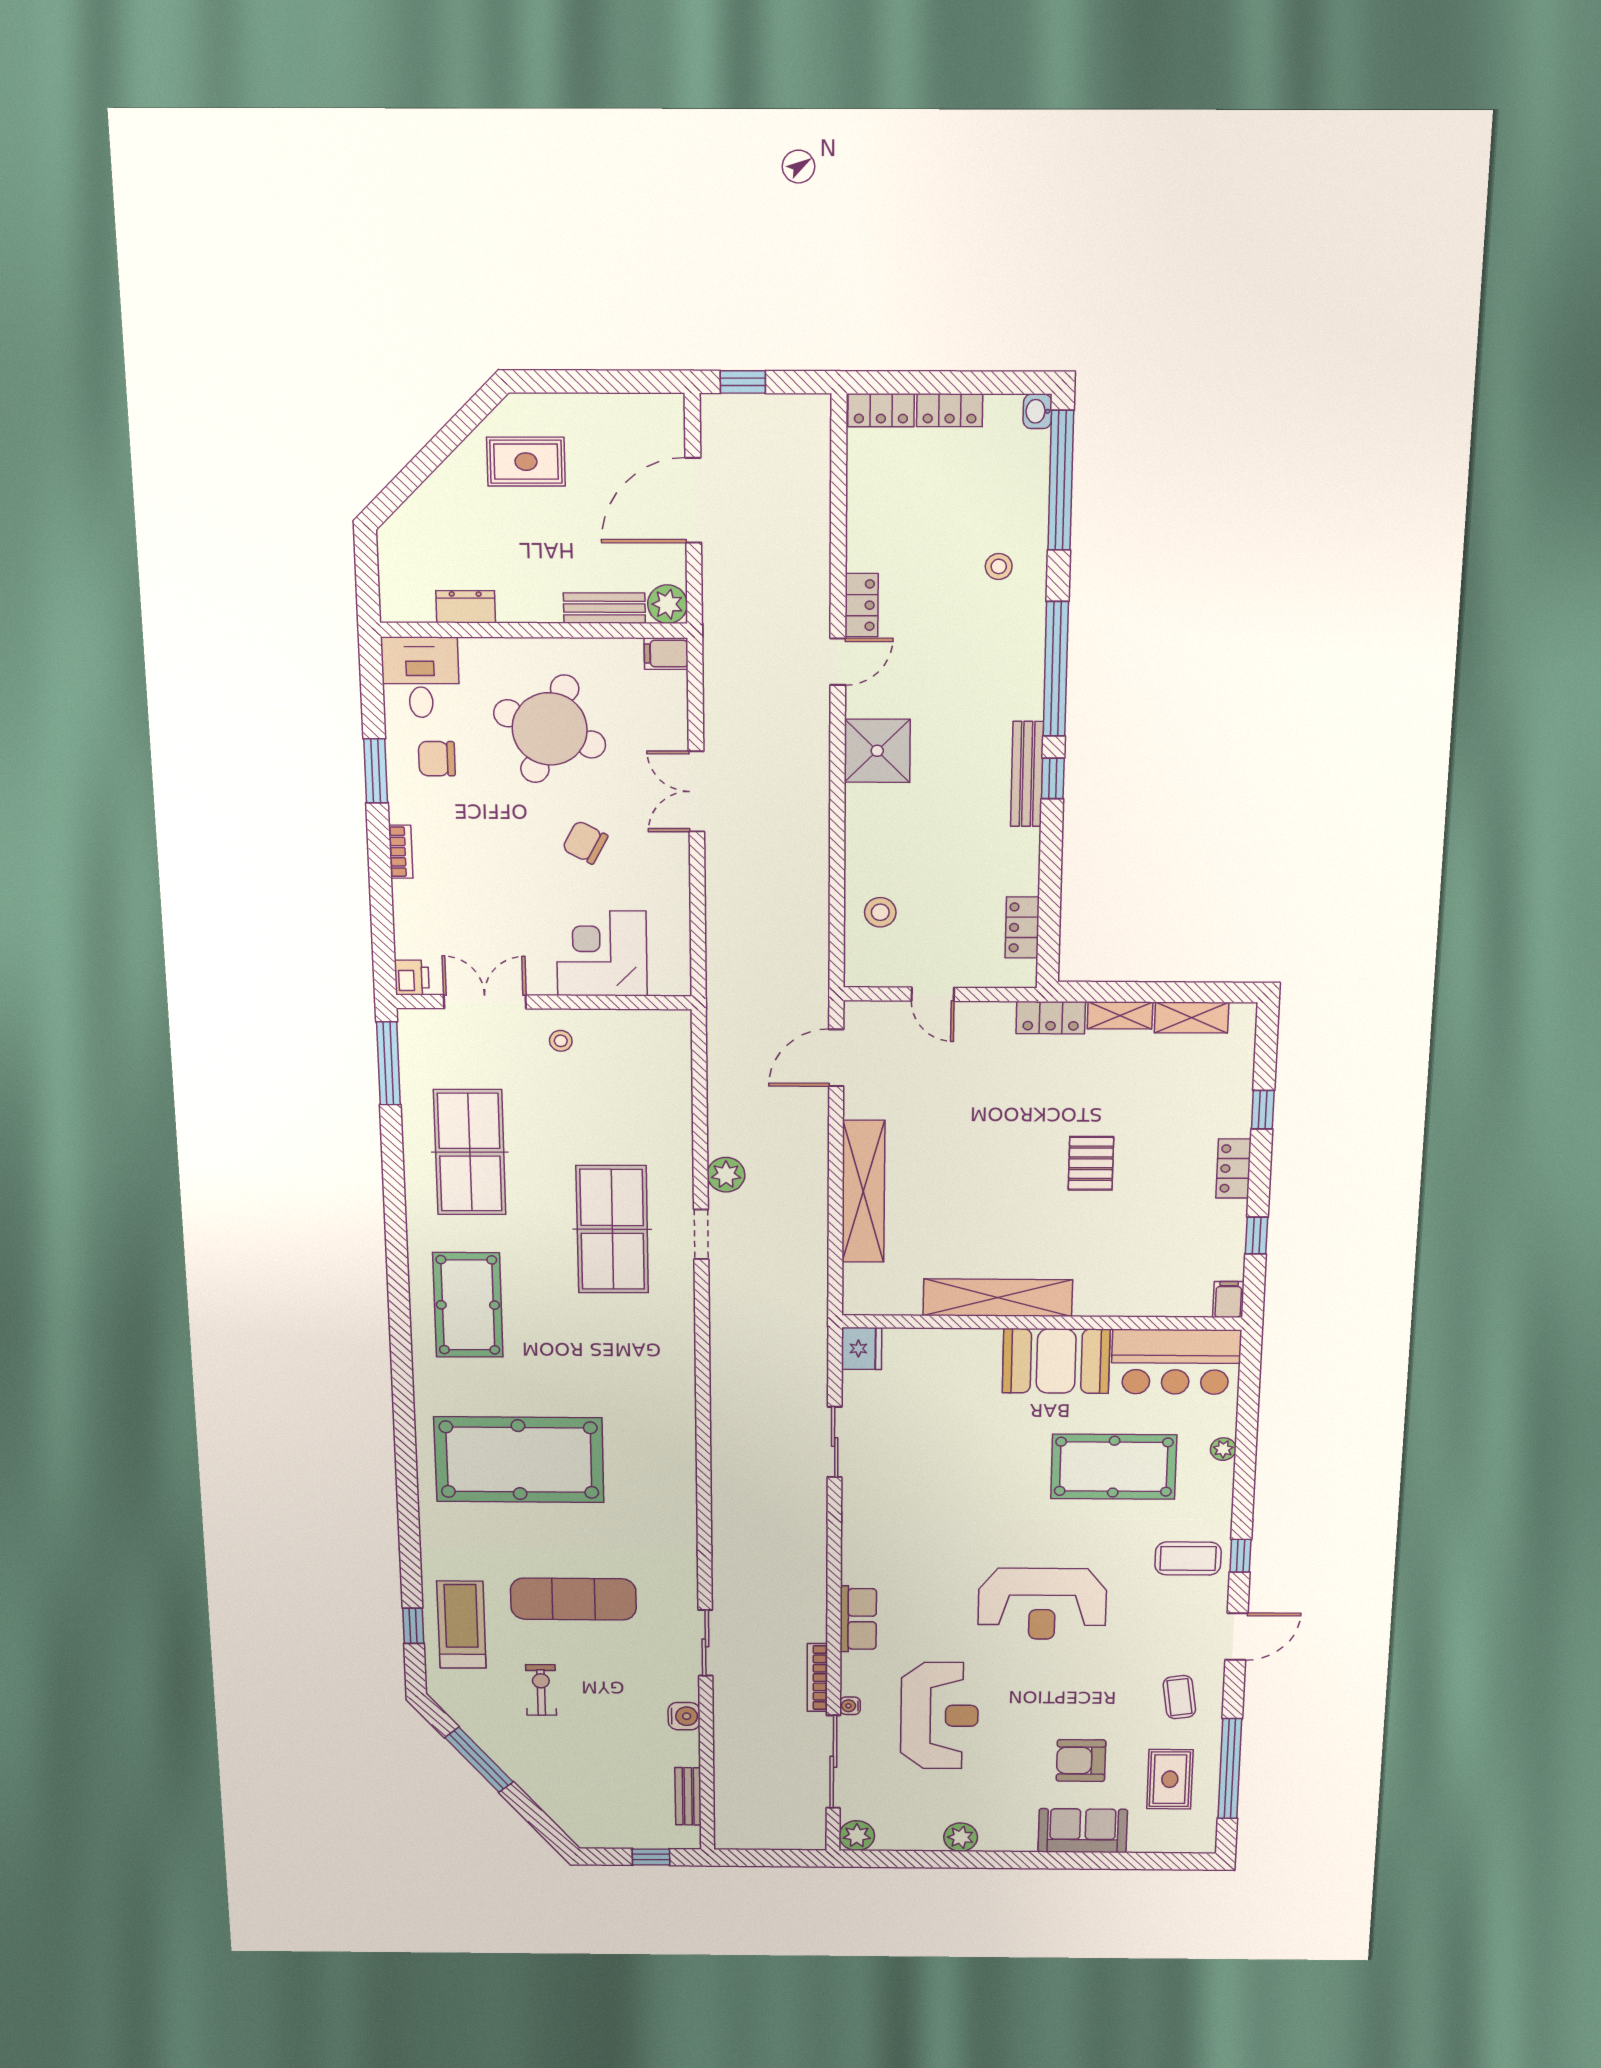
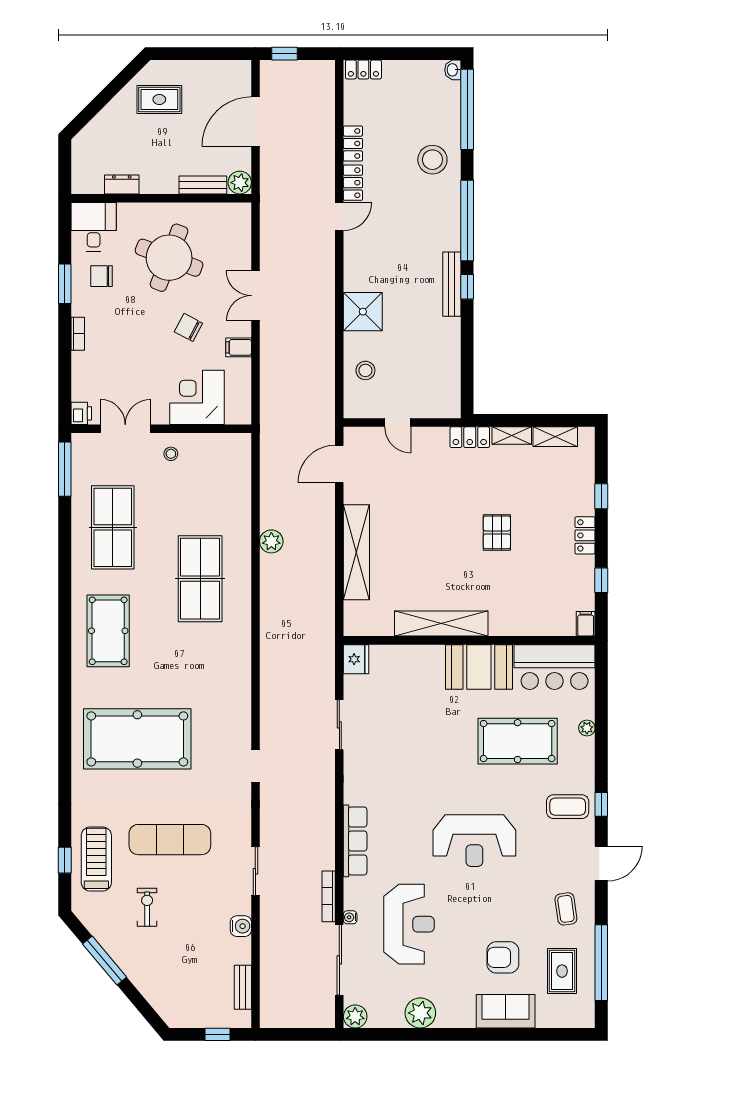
locker: (950, 410) -> (353, 144), moved, turned -90
stool: (999, 566) -> (432, 160), width x1.89, depth x1.89
filing cabinet: (666, 654) -> (239, 347), moved
shower: (877, 751) -> (363, 312), moved
locker: (1022, 927) -> (451, 380), removed
doorway: (701, 1234) -> (255, 766), moved
row of seats: (858, 1619) -> (355, 841), width x1.48
plant: (961, 1837) -> (420, 1013), width x1.36, depth x1.36

